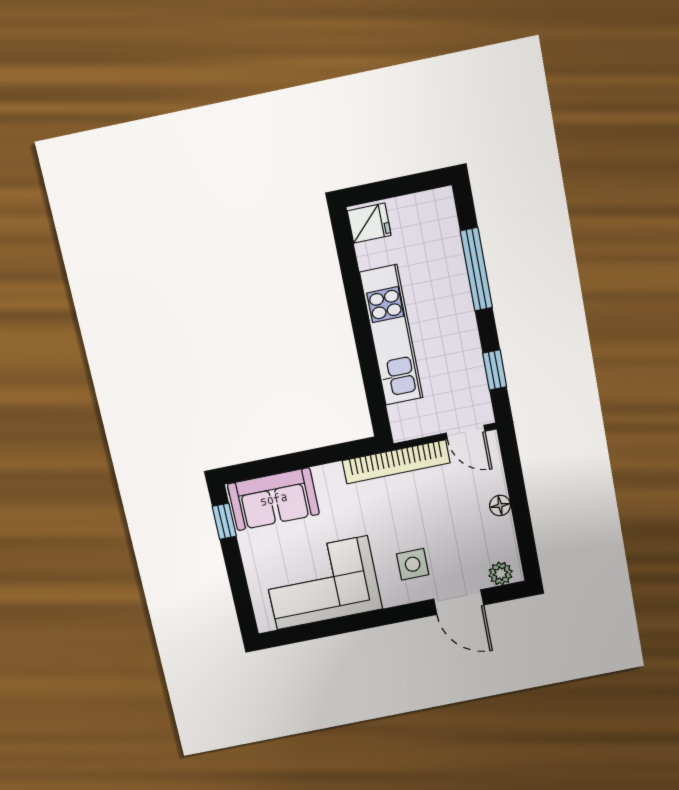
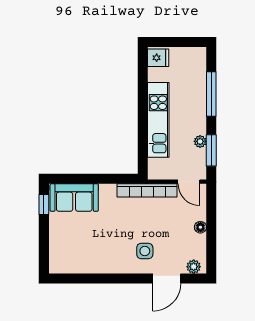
plant: (472, 358) -> (200, 141), added
window: (495, 370) -> (211, 150), width x1.50
corner sofa: (322, 583) -> (91, 251), removed
door: (459, 602) -> (167, 279), hinge flipped

